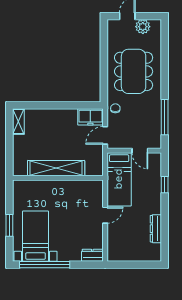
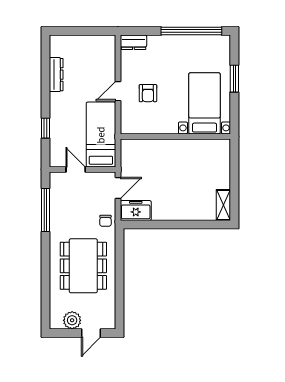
shelving: (56, 168) -> (177, 148), removed
armchair: (80, 213) -> (148, 93), added
bed with nightstands: (36, 236) -> (204, 103), moved, turned 180

